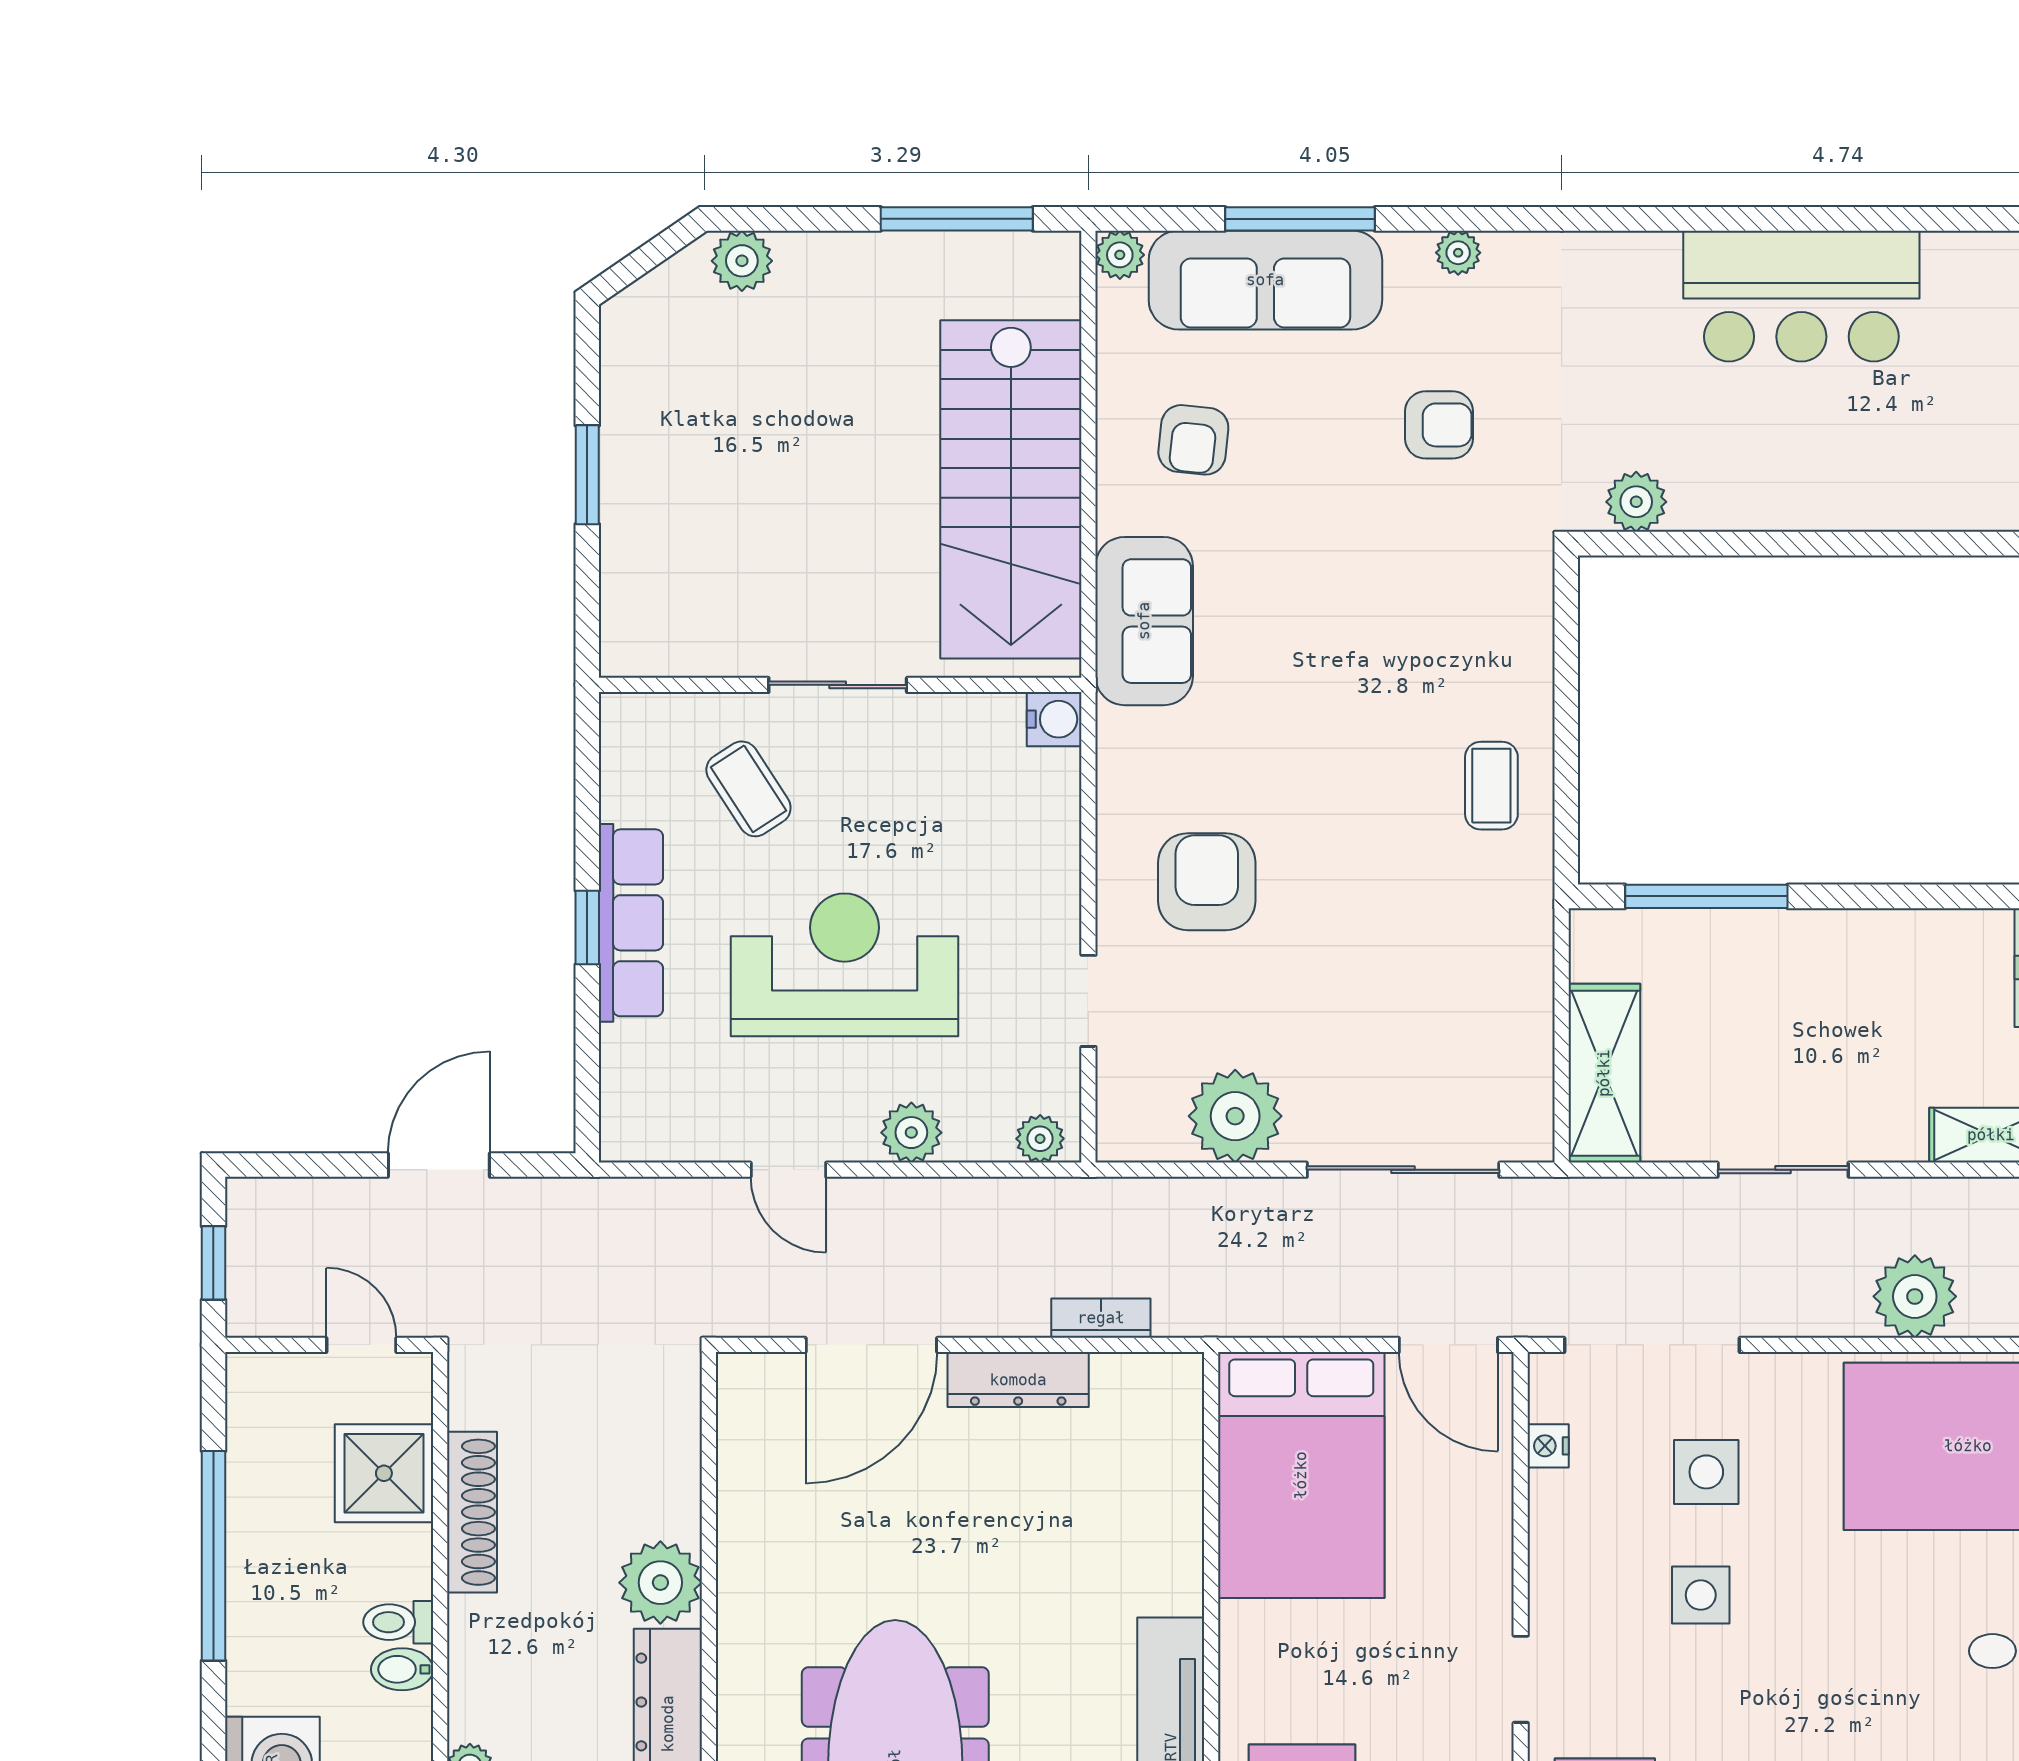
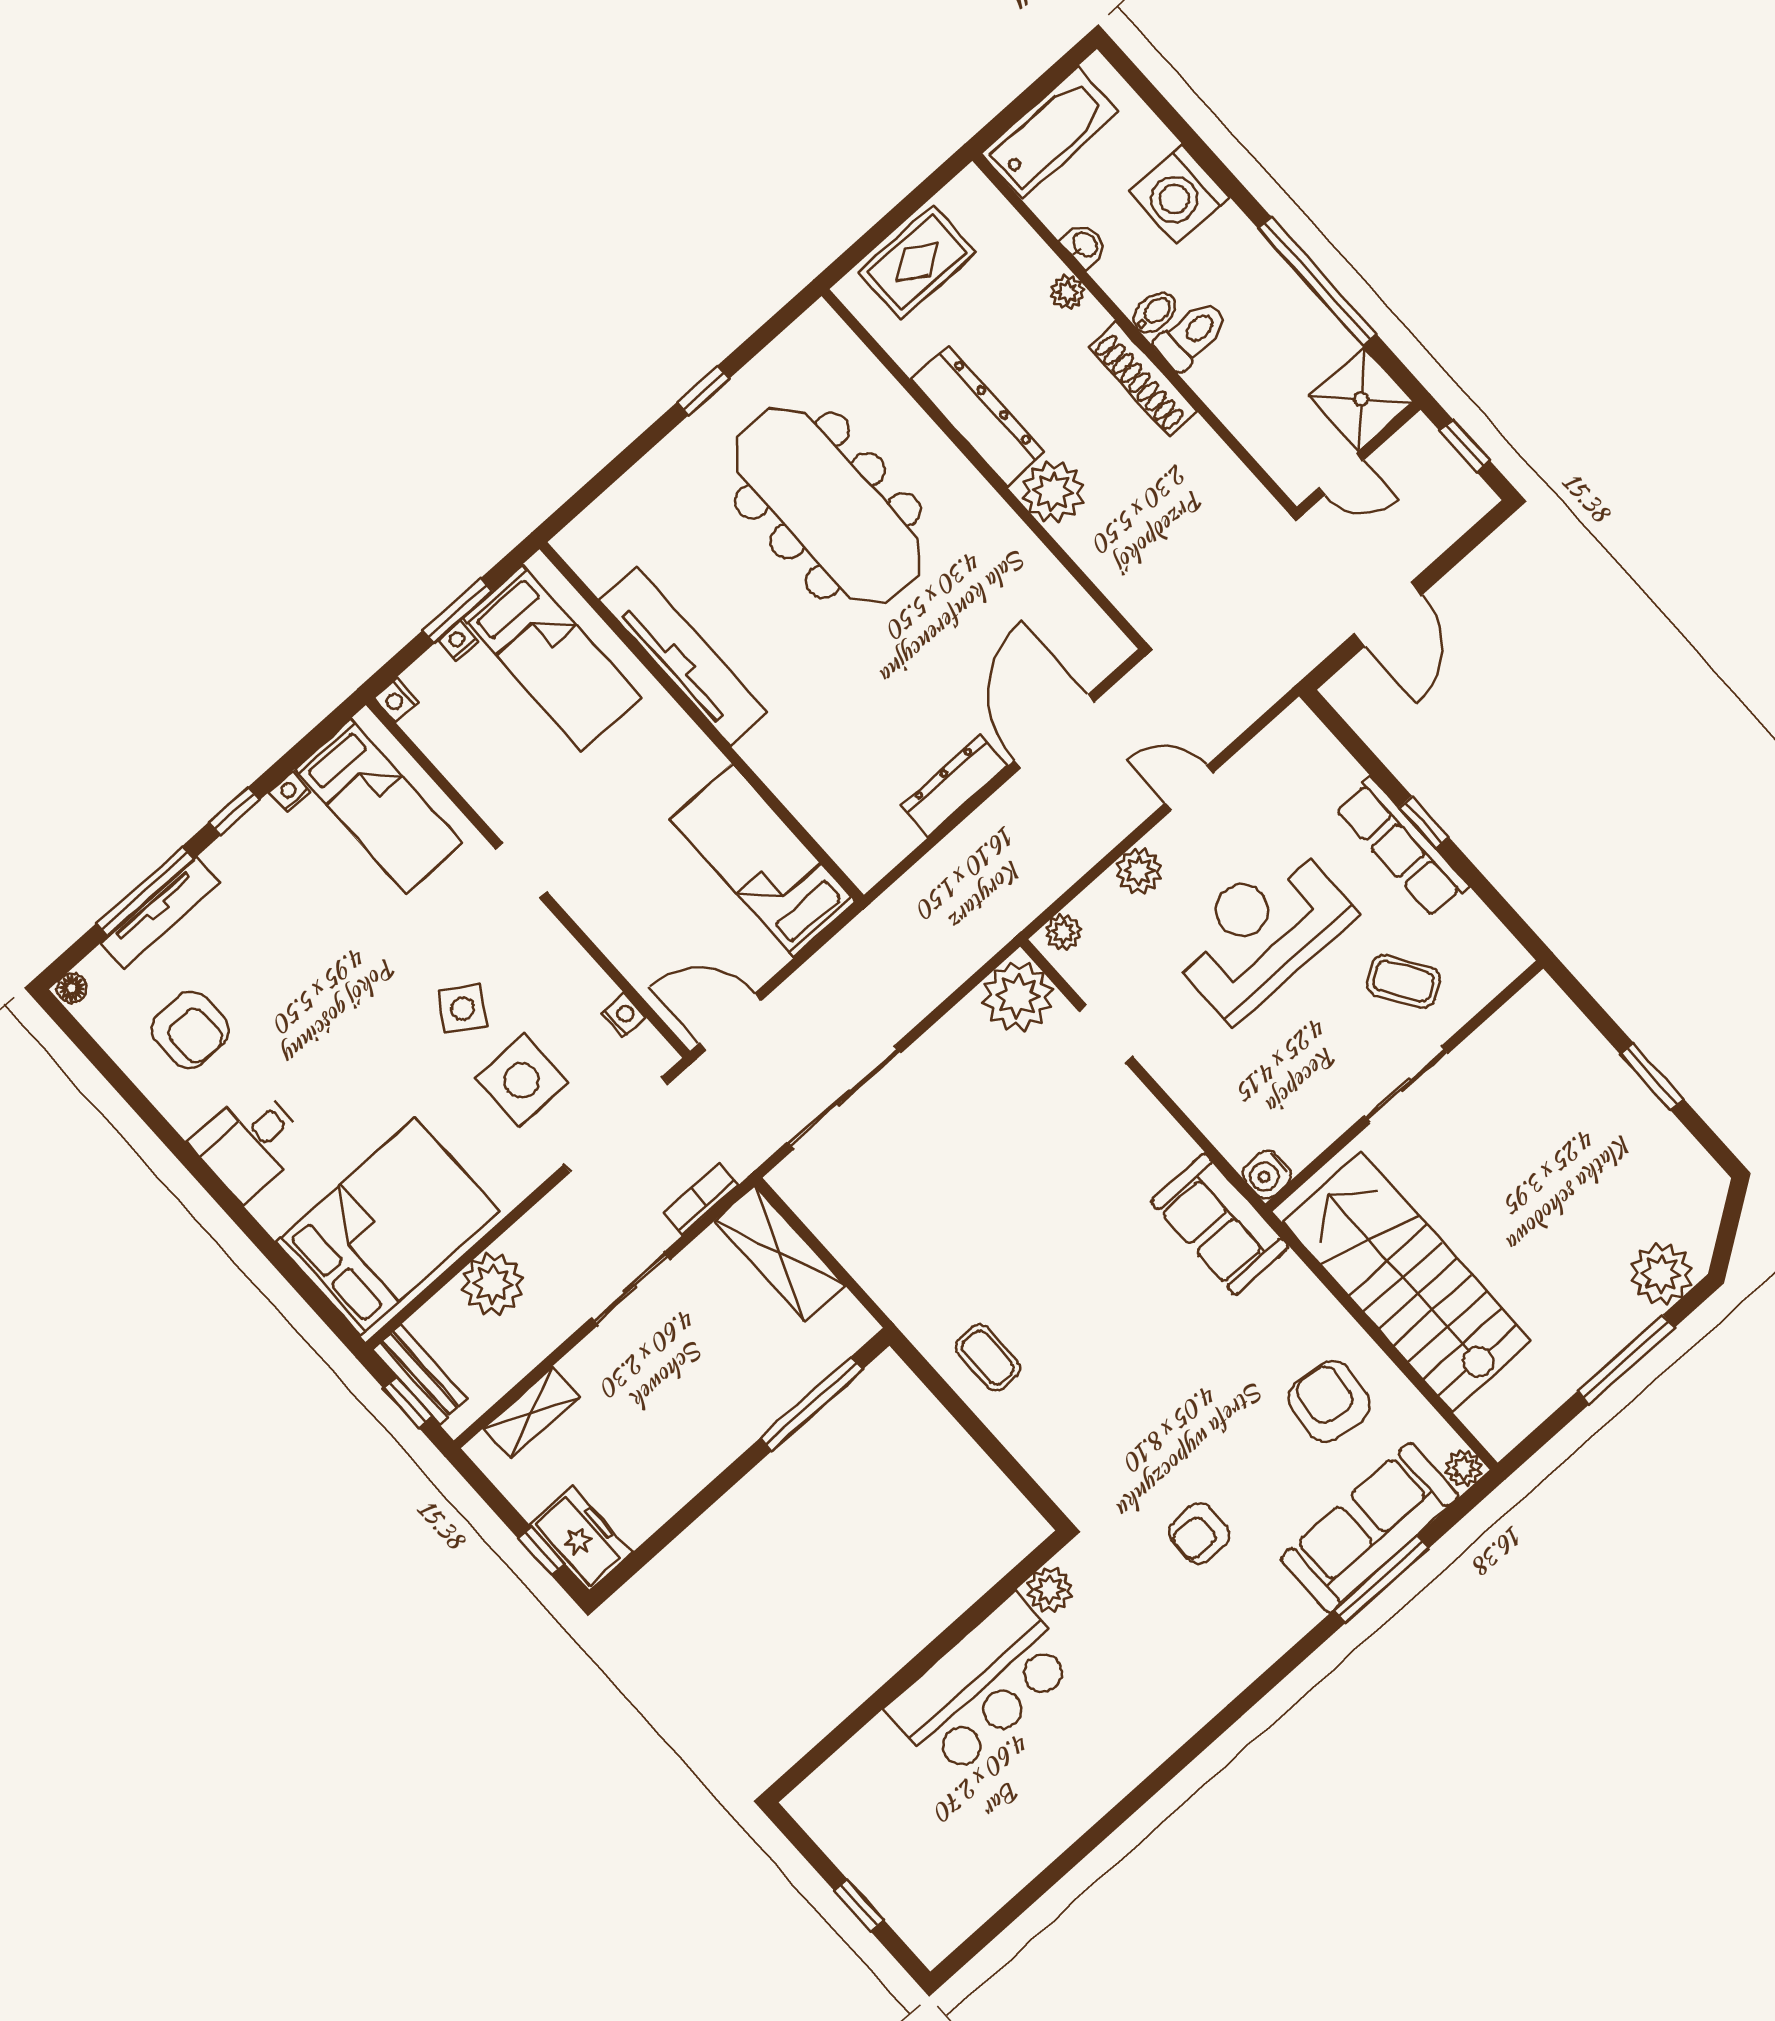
window: (957, 219) -> (1626, 1360), moved
plant: (1458, 253) -> (1275, 1640), removed
plant: (742, 261) -> (1661, 1274), width x1.36, depth x1.36
bar counter: (1801, 296) -> (982, 1687), moved, turned 180
armchair: (1193, 440) -> (1329, 1402), width x1.38, depth x1.38
sofa: (1144, 621) -> (1220, 1224), moved
armchair: (1207, 882) -> (1099, 1160), removed
reception desk: (845, 965) -> (1261, 931), turned 180
plant: (1235, 1116) -> (1018, 996), moved
bookcase: (1101, 1318) -> (701, 1199), moved, turned 180
side table: (1706, 1472) -> (522, 1080), width x1.37, depth x1.37
shower: (384, 1473) -> (1361, 399), moved
bed: (1301, 1475) -> (763, 861), width x0.67
shoe rack: (472, 1512) -> (1143, 379), moved
side table: (1701, 1595) -> (463, 1009), turned 33
toilet: (398, 1622) -> (1192, 335), width x1.37, depth x1.39

